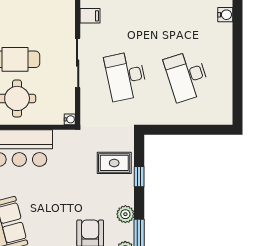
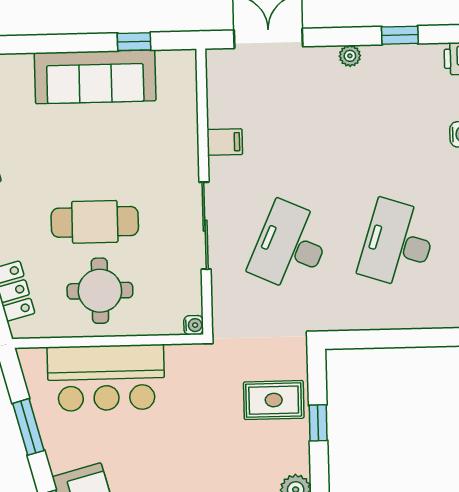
desk: (126, 76) -> (290, 246), turned 36
desk: (187, 76) -> (398, 244), turned 36

